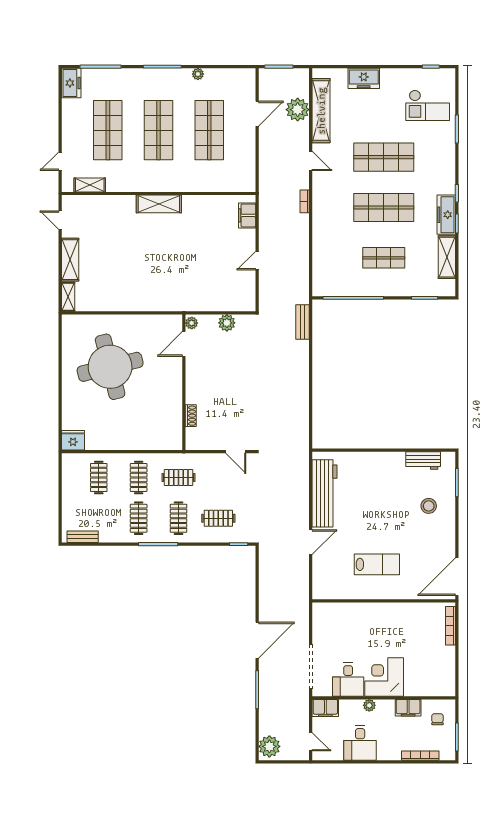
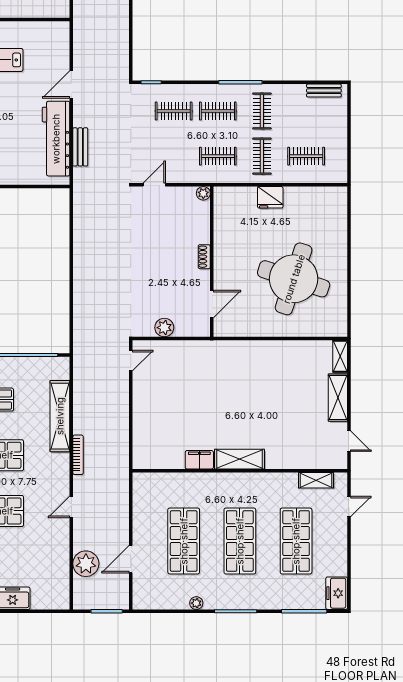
shelving: (321, 111) -> (60, 416), moved
door: (311, 161) -> (71, 507), hinge flipped
bookcase: (305, 201) -> (78, 455), width x1.56
filing cabinet: (247, 215) -> (199, 460), moved, turned -90
door: (257, 261) -> (131, 361), moved
bench: (303, 322) -> (80, 147), moved
plant: (192, 323) -> (203, 193), moved
round table: (110, 367) -> (294, 279), turned 32
shoe rack: (191, 416) -> (204, 257), moved
fridge: (73, 440) -> (270, 197), moved
door: (236, 452) -> (154, 185), hinge flipped
clothes rail: (99, 477) -> (306, 156), turned 90
clothes rail: (178, 518) -> (218, 111), turned 90

